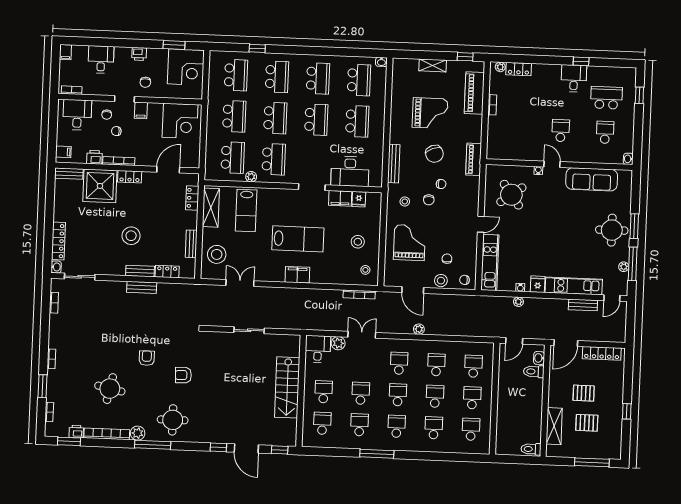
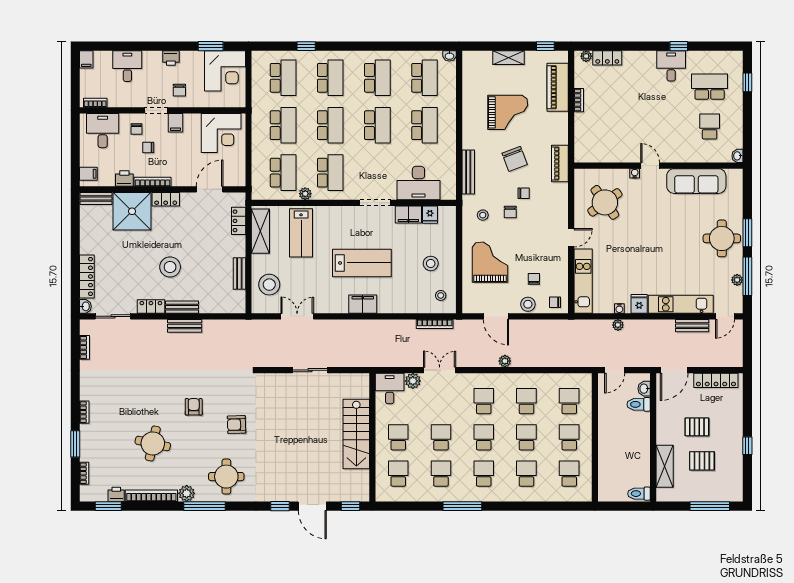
school desk: (561, 131) -> (658, 126), removed
locker: (167, 272) -> (151, 307), moved

